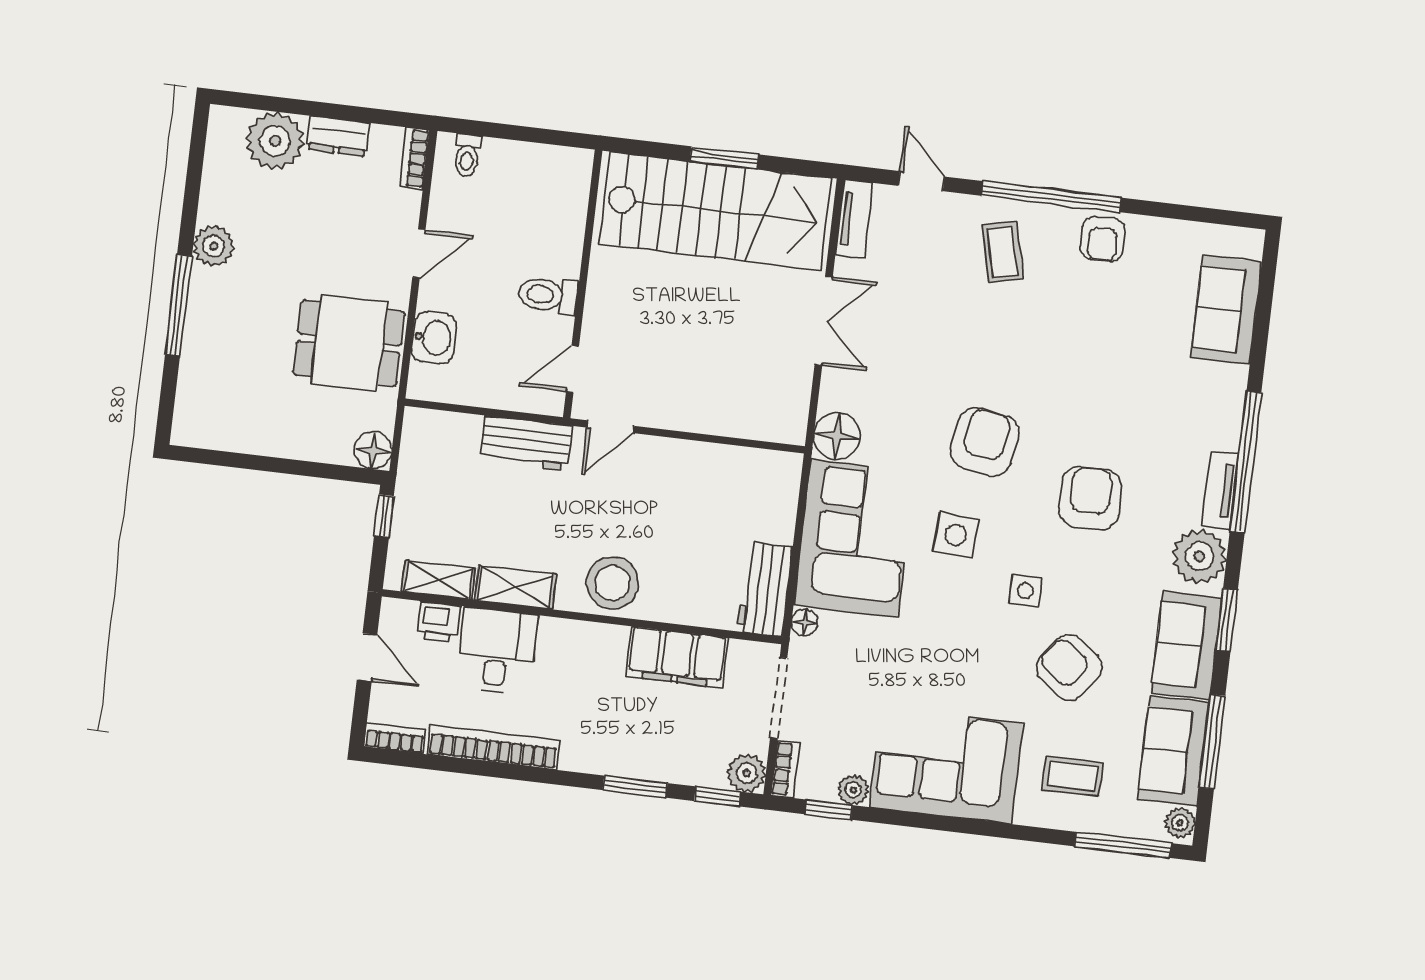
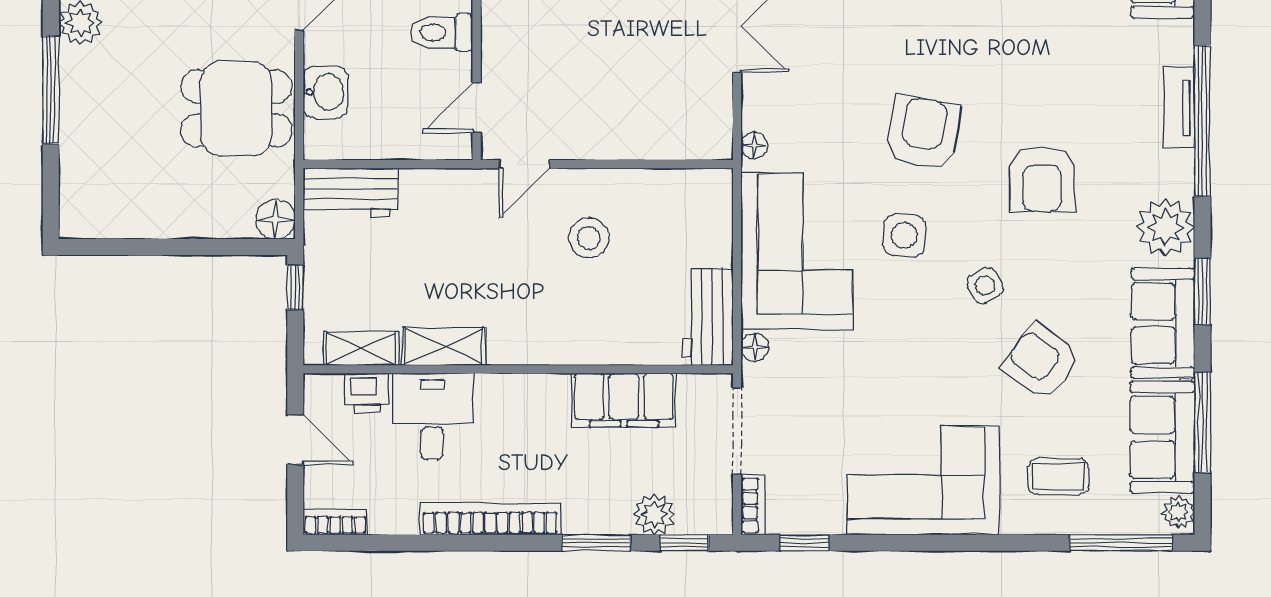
floor lamp: (837, 436) -> (754, 145), width x0.53, depth x0.53
workbench: (526, 443) -> (350, 192), moved
tv unit: (1220, 490) -> (1179, 107), moved
armchair: (1090, 498) -> (1042, 179), turned 180
stool: (612, 583) -> (589, 238), moved, width x0.73, depth x0.73
side table: (1025, 591) -> (985, 285), turned -30
bookcase: (494, 747) -> (490, 519), moved
plant: (747, 773) -> (654, 514), moved
plant: (853, 790) -> (828, 519), removed

